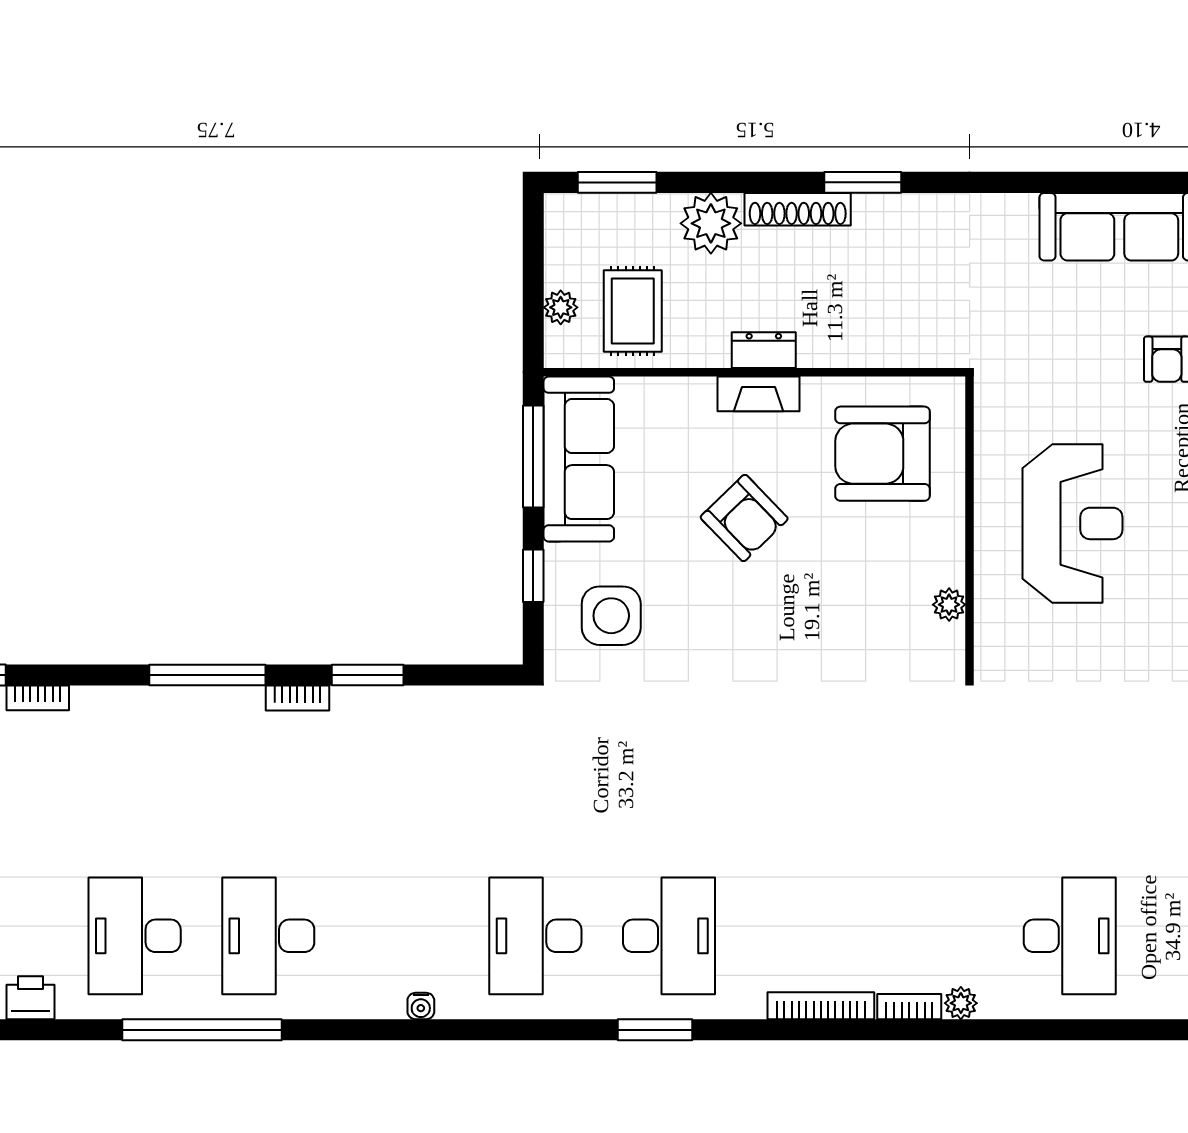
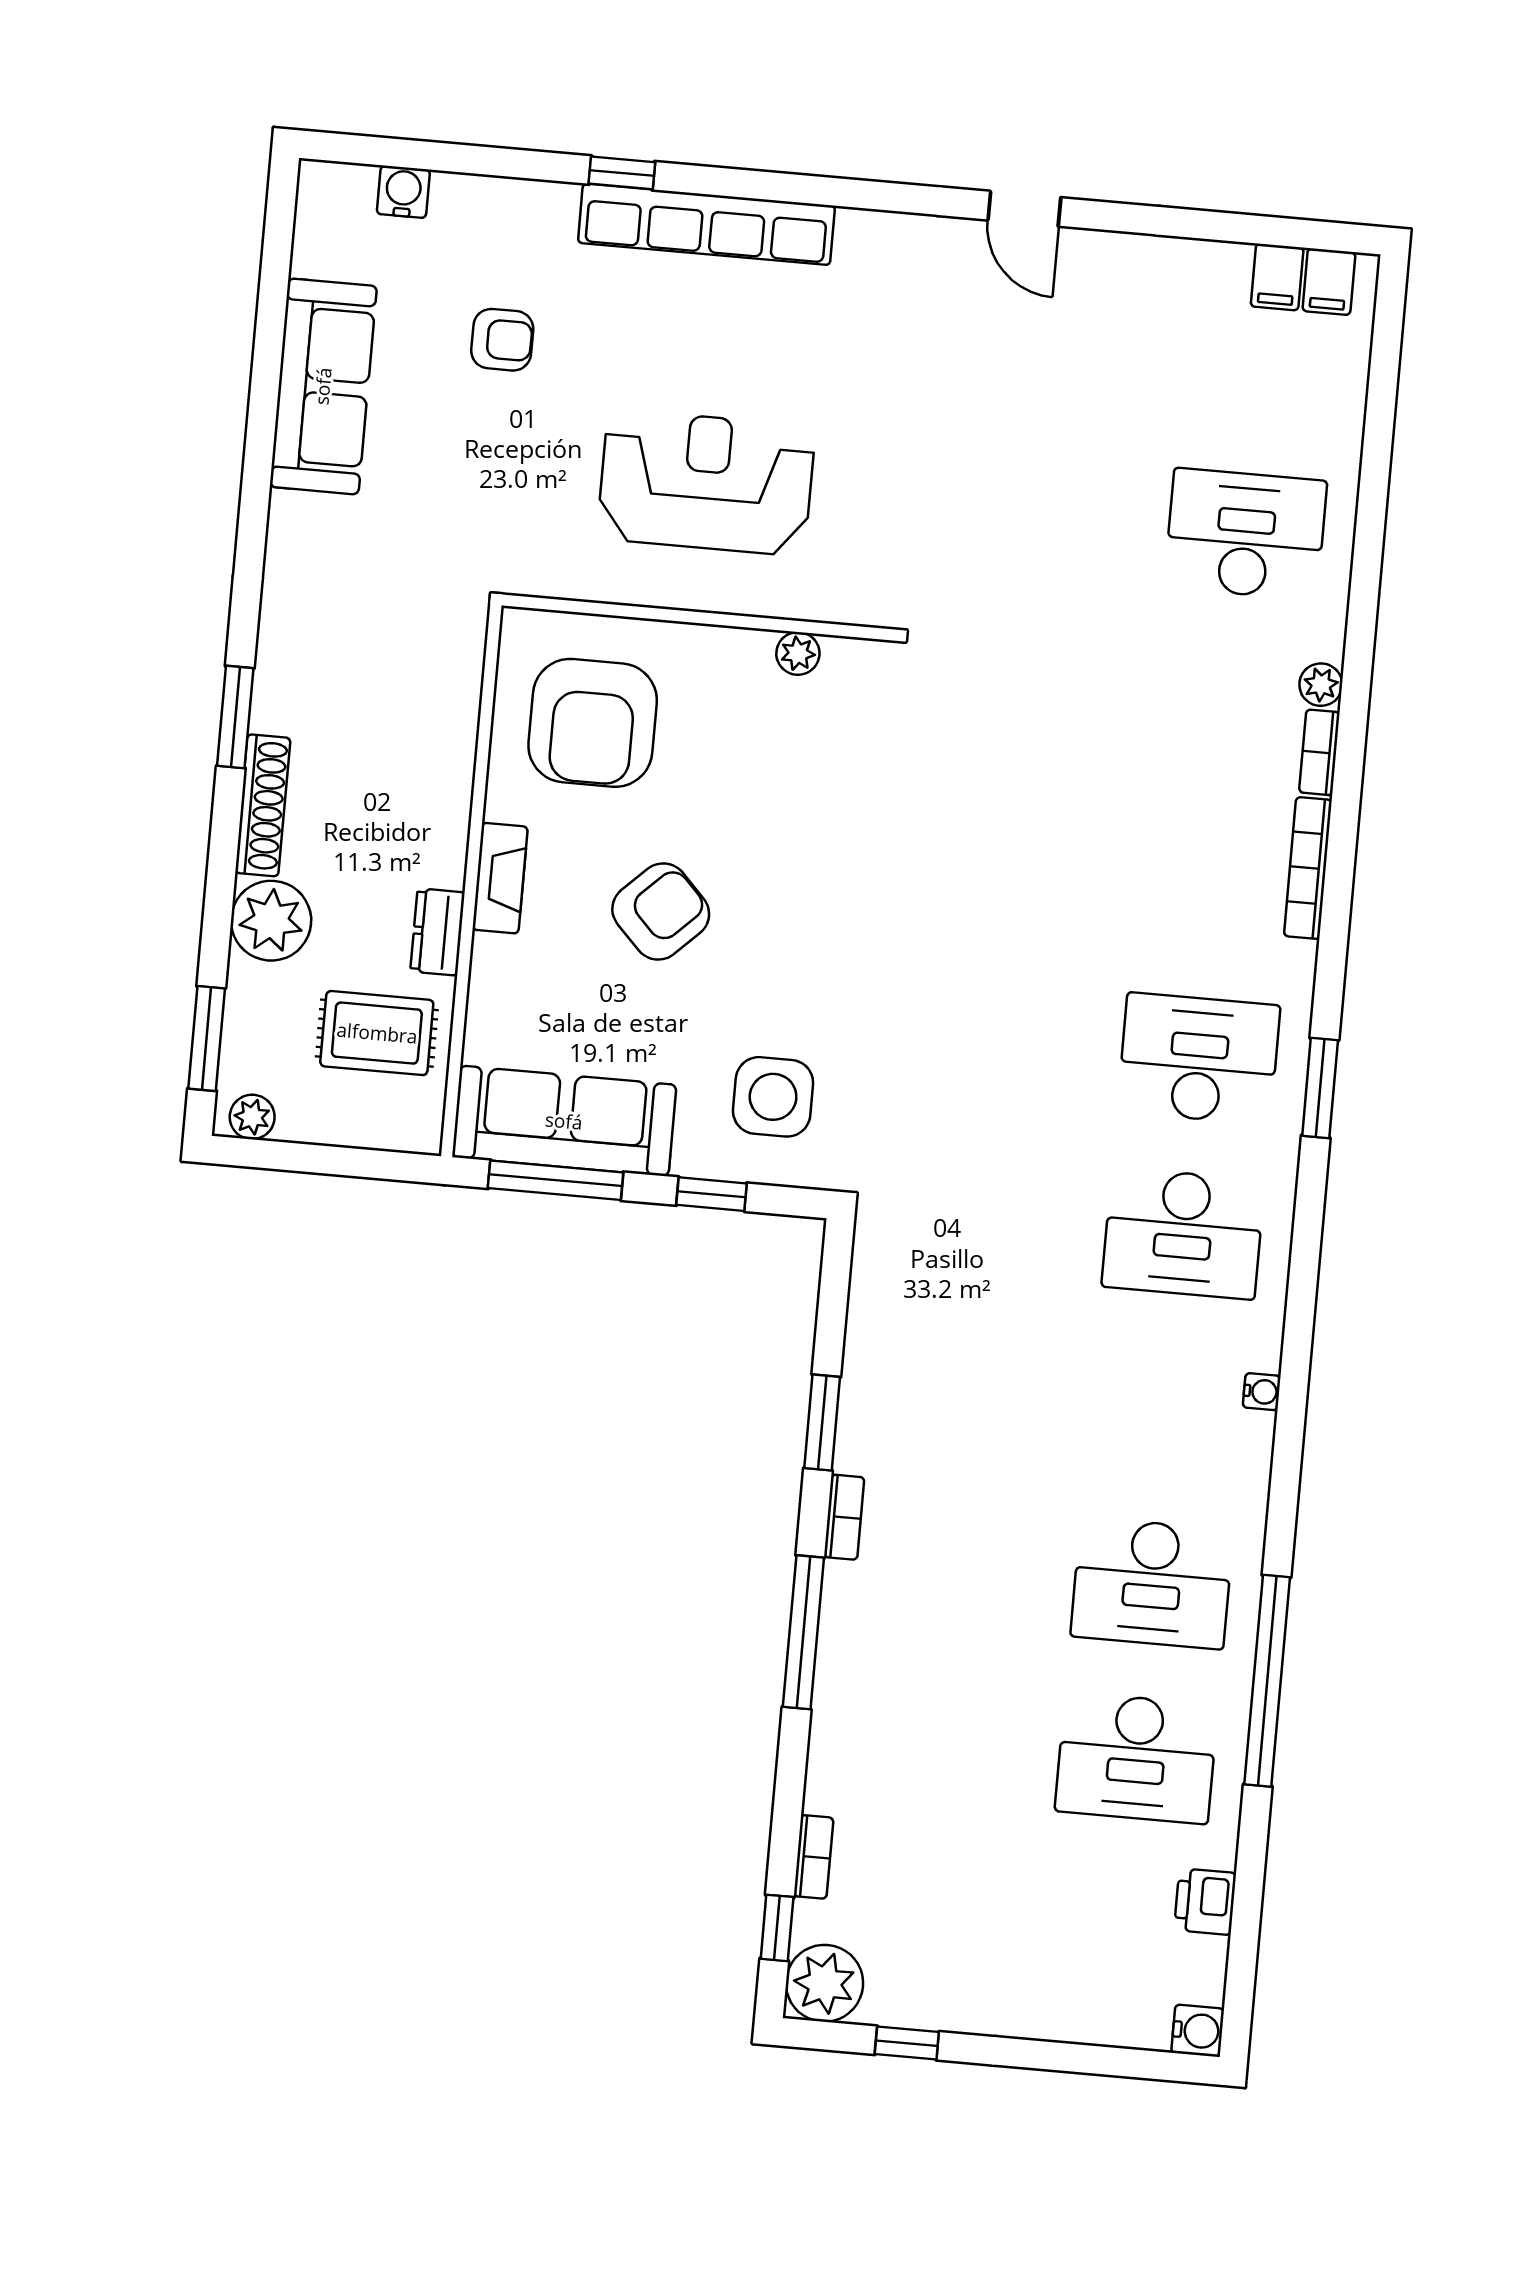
plant: (561, 307) -> (252, 1117), moved
dresser: (764, 350) -> (437, 932), moved

